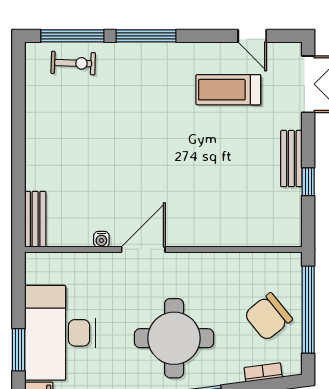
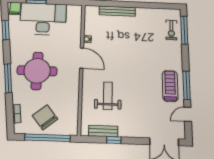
window: (146, 36) -> (186, 85), moved
treadmill: (228, 90) -> (170, 86), moved
bench: (291, 159) -> (103, 131), moved
weight bench: (221, 195) -> (108, 96), added
bench: (35, 219) -> (117, 11), moved, width x1.36

